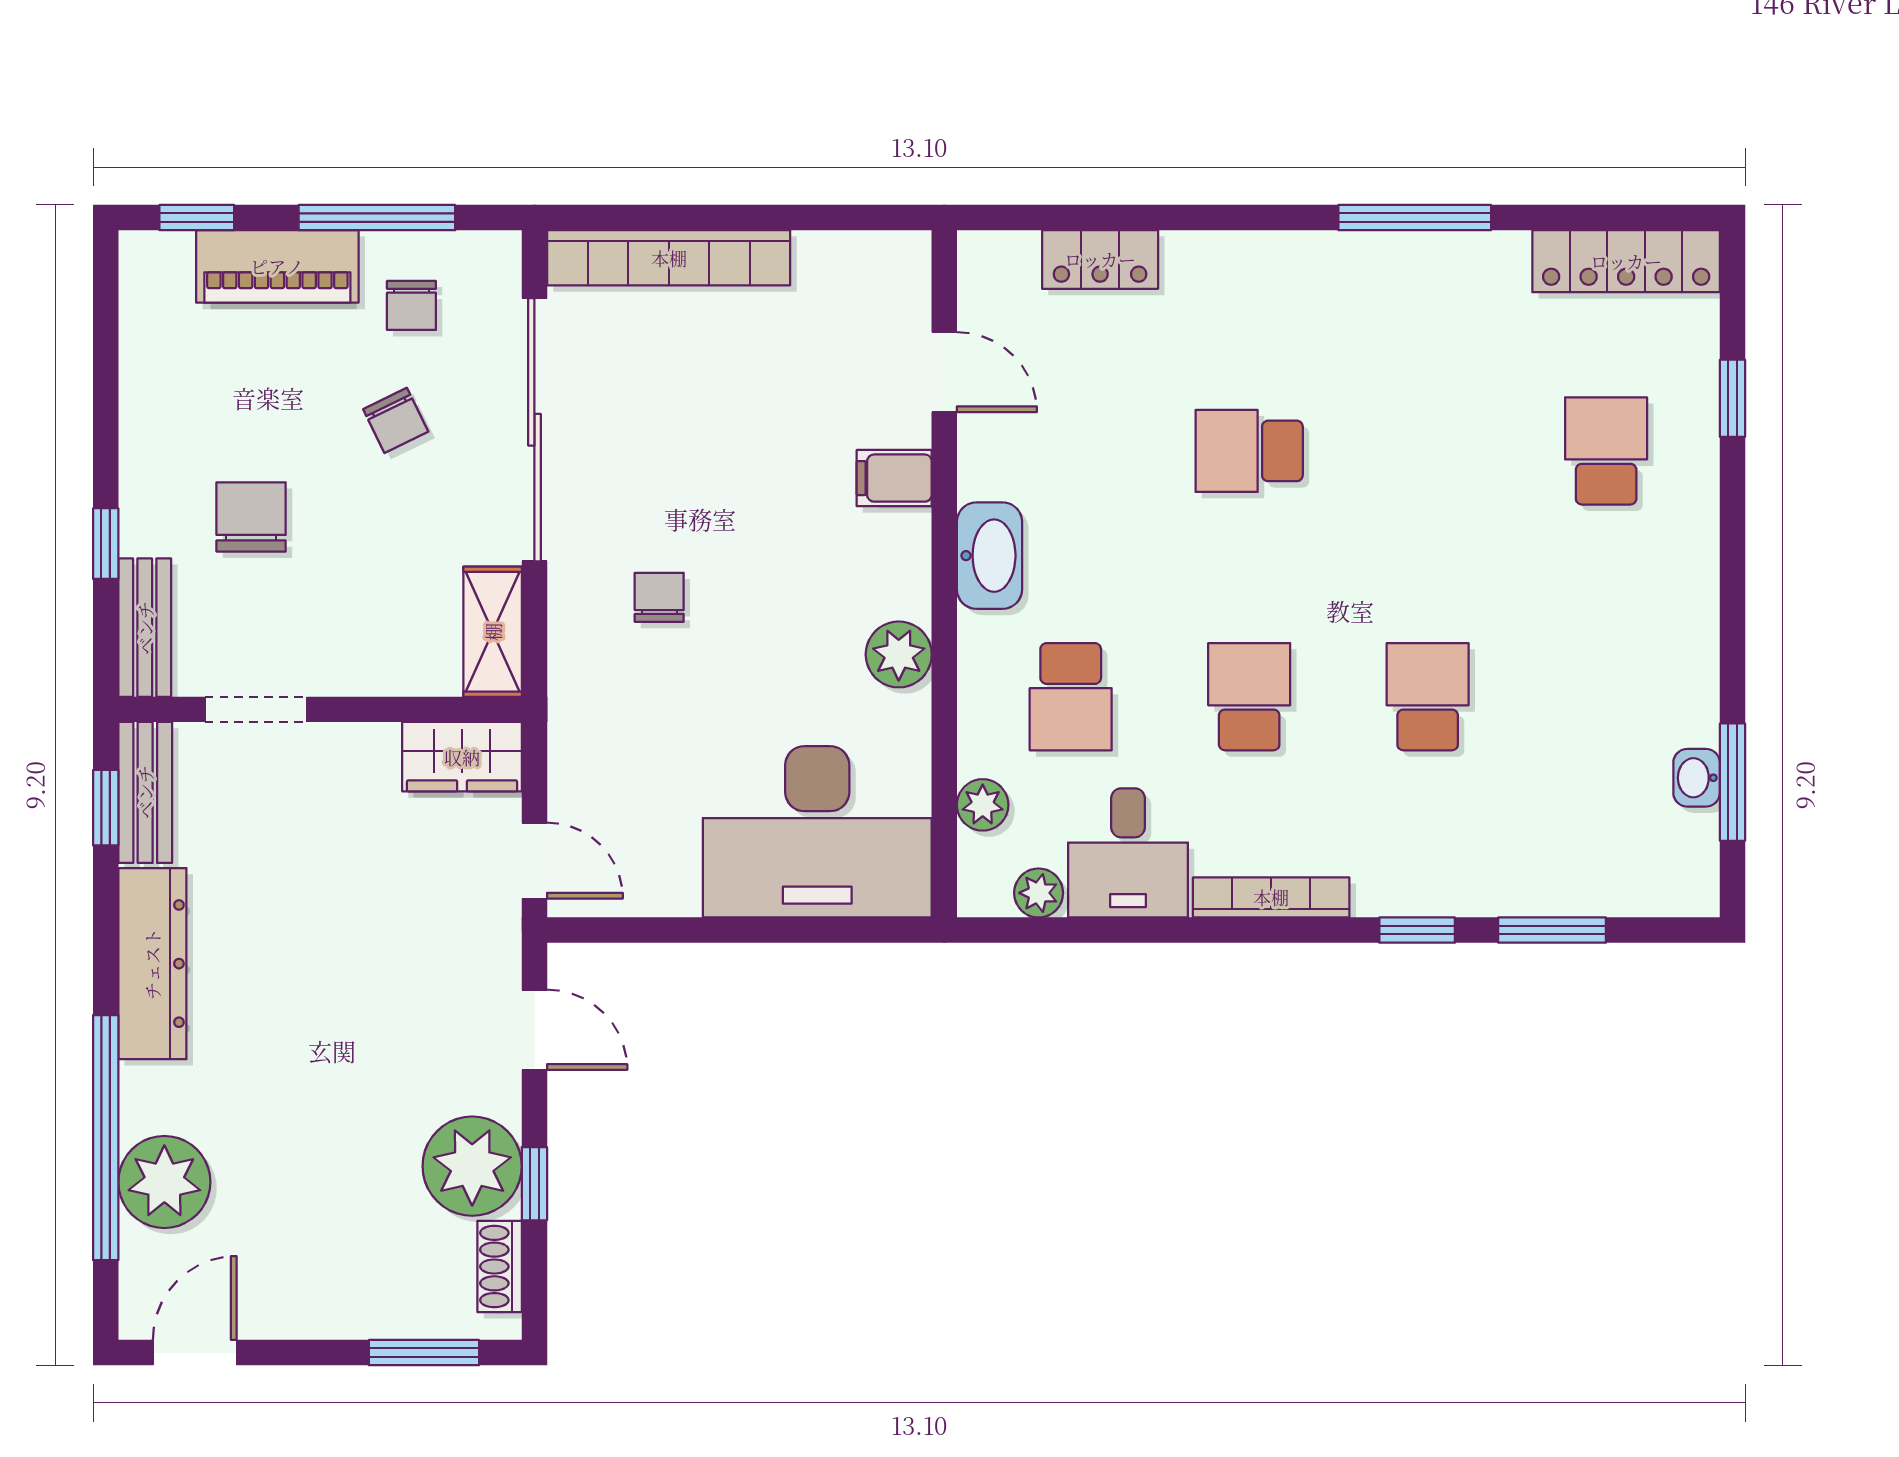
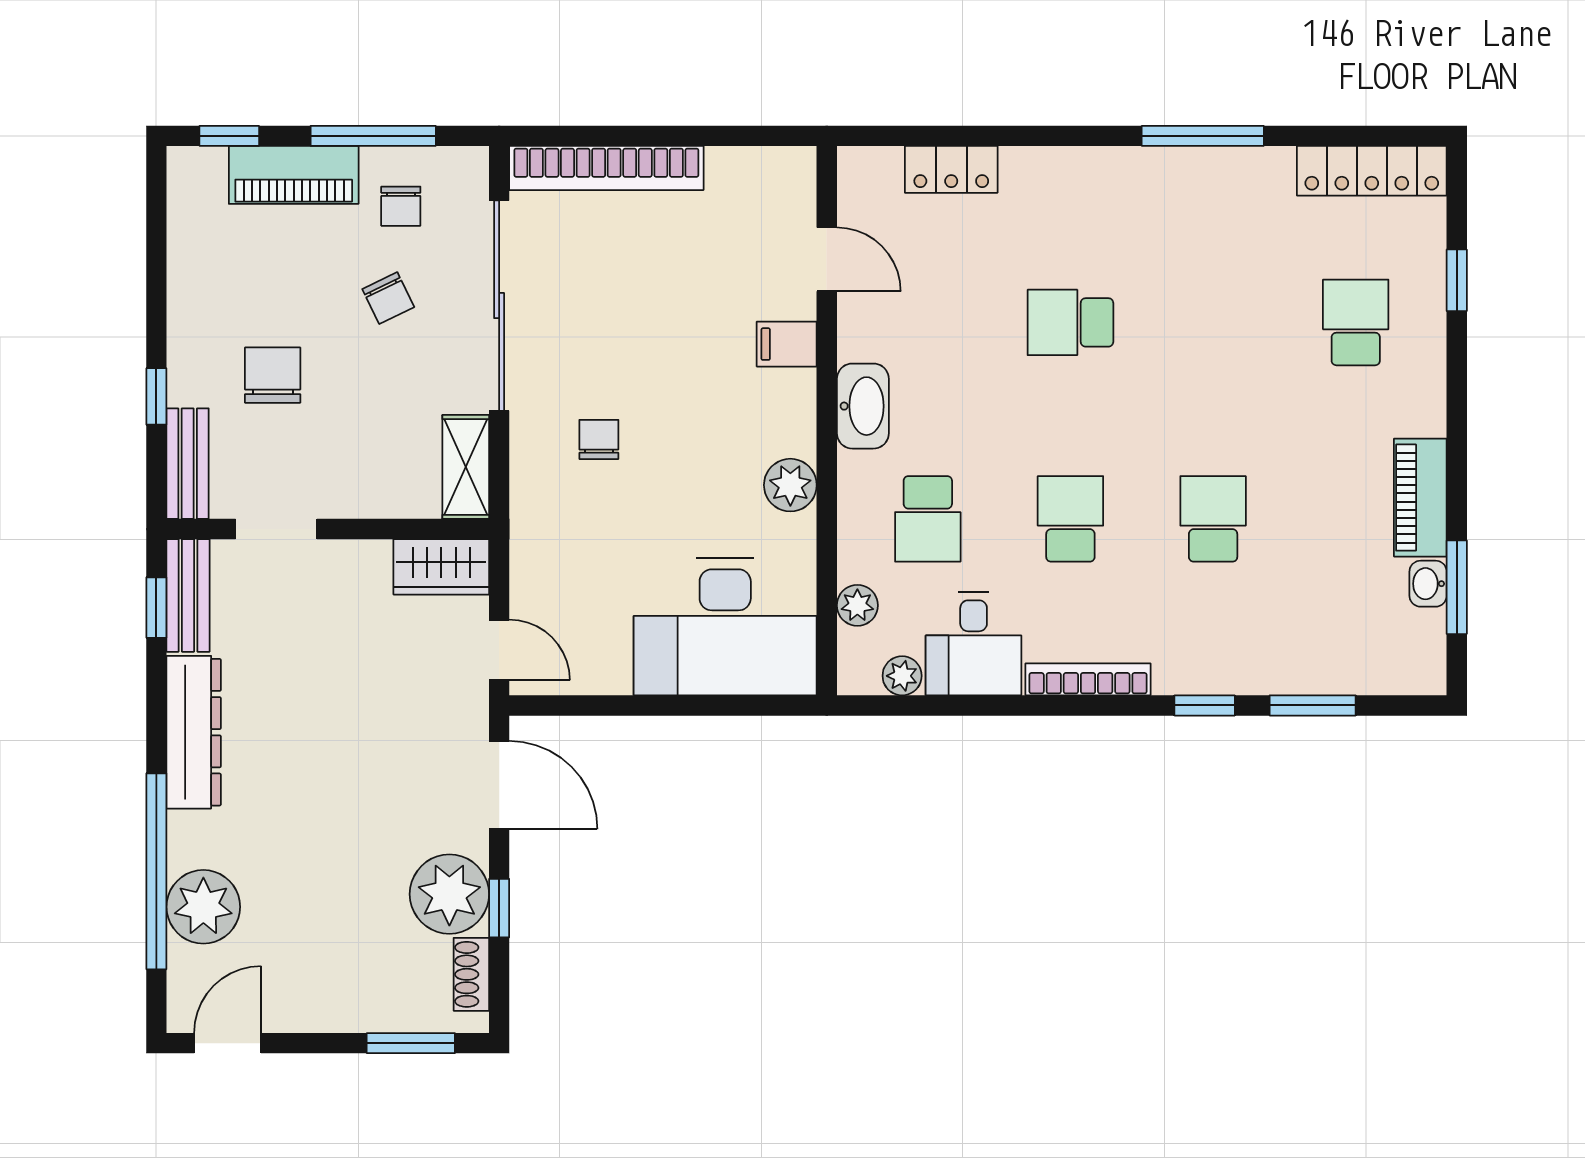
piano: (1687, 670) -> (1420, 498), added
door: (534, 1030) -> (499, 785), width x1.38

